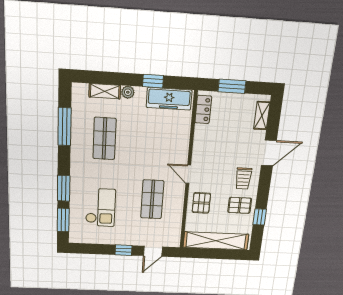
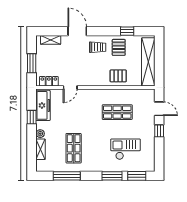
shop shelf: (104, 139) -> (74, 148), turned 90
door: (188, 174) -> (70, 87), moved

